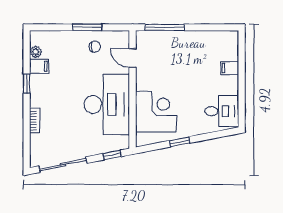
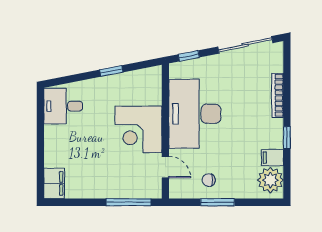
plant: (36, 52) -> (270, 180), width x1.88, depth x1.88
filing cabinet: (230, 68) -> (54, 183), moved, width x2.00
corner desk: (156, 111) -> (138, 129), moved
bookcase: (35, 121) -> (278, 95), width x1.56

